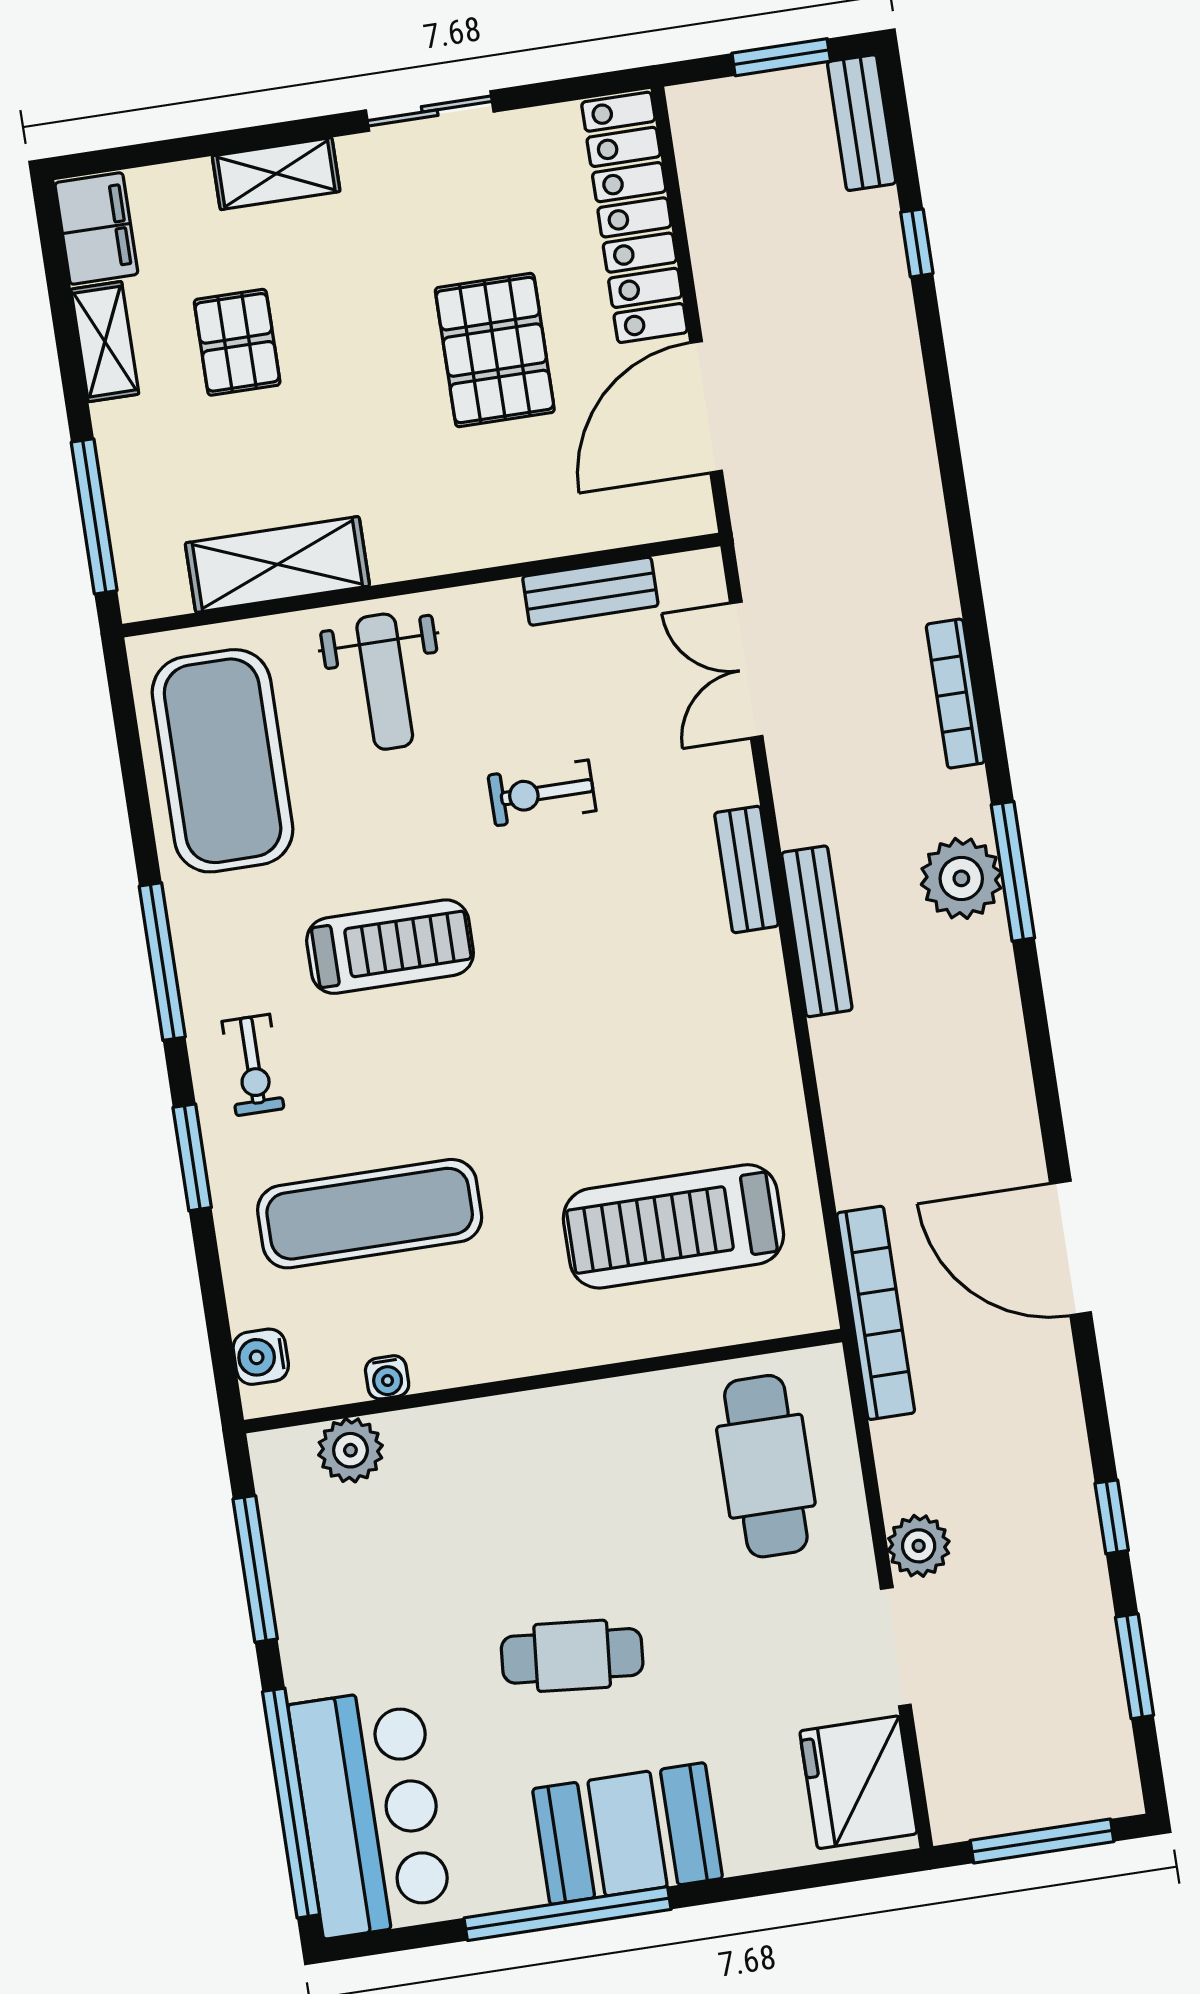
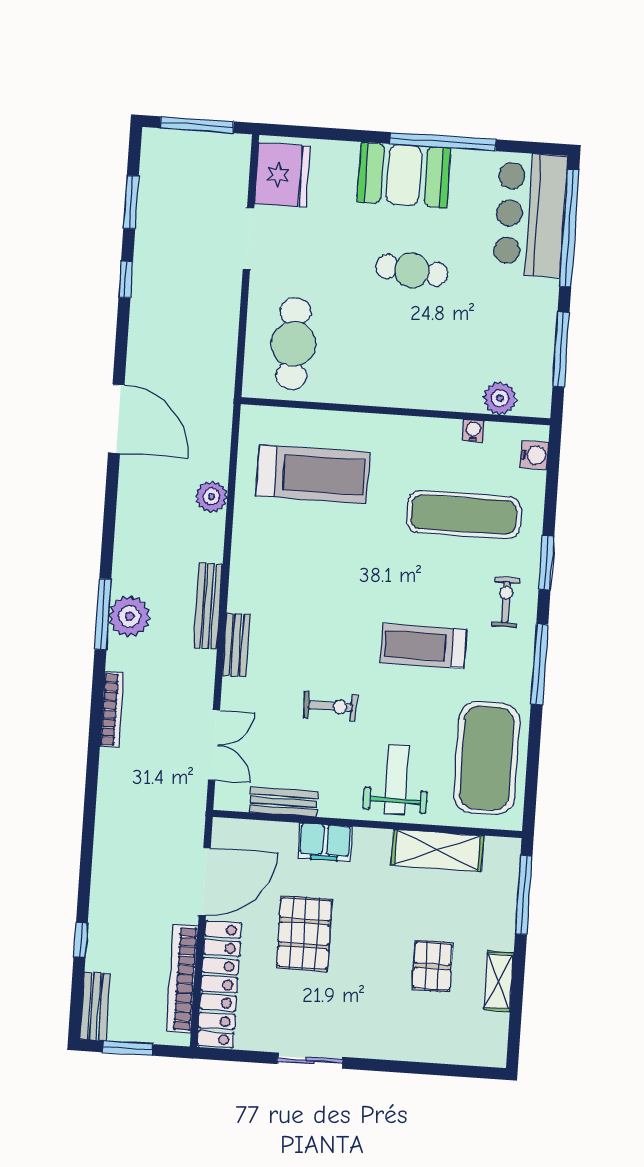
shelving: (276, 174) -> (394, 1046), removed
filing cabinet: (96, 228) -> (325, 842), moved, turned -90
bookcase: (876, 1313) -> (182, 979), moved
plant: (919, 1546) -> (211, 497), moved

